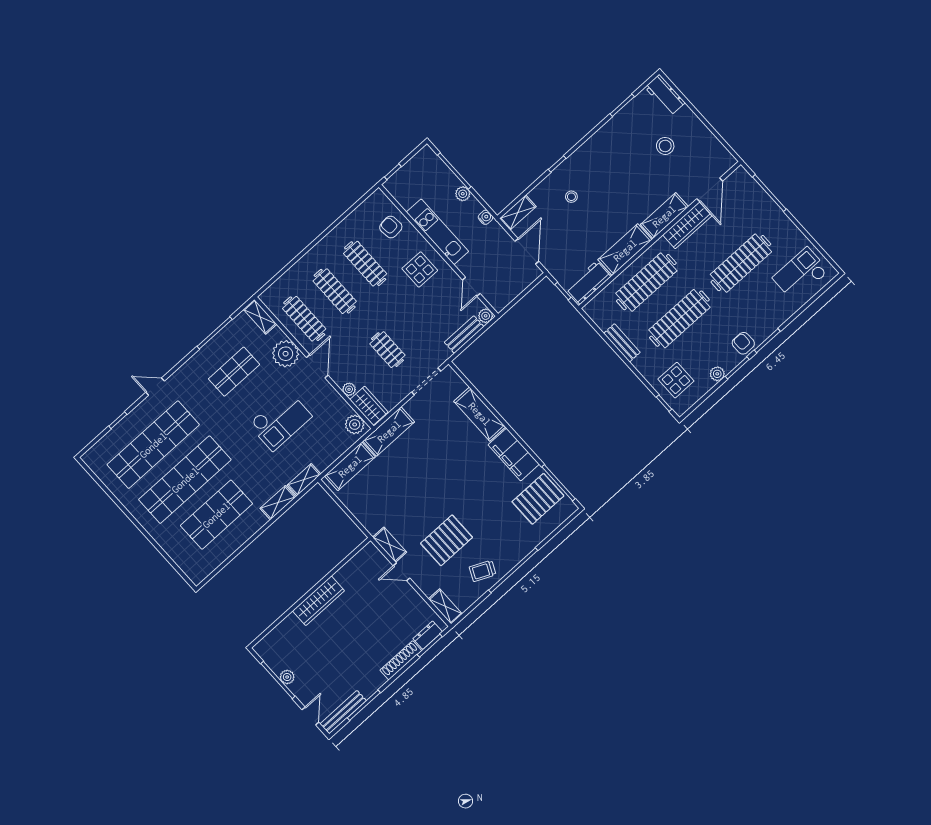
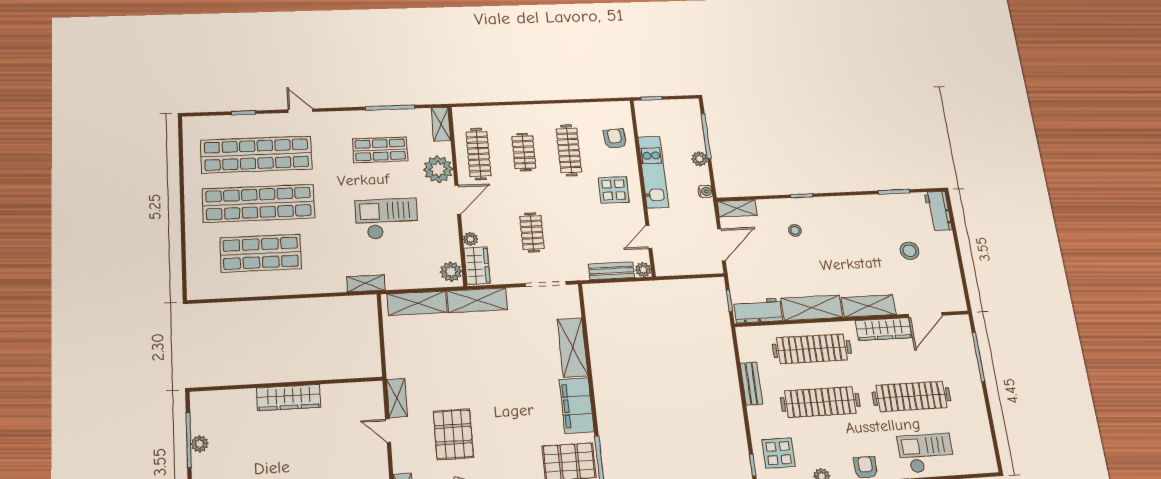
checkout: (801, 274) -> (926, 453), moved
clothes rail: (335, 291) -> (524, 152), width x0.73
checkout: (280, 420) -> (387, 219), turned 180
shelving: (278, 503) -> (325, 285), removed
pallet: (447, 540) -> (453, 434), turned 90

